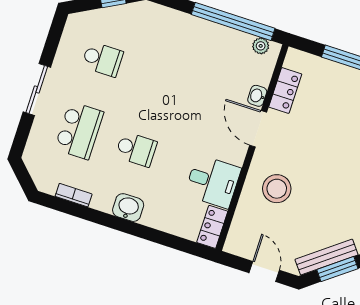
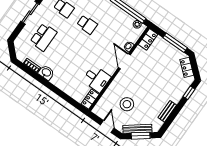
locker: (285, 90) -> (148, 39), moved
school desk: (136, 149) -> (87, 25), moved
stool: (277, 189) -> (127, 104), moved
washbasin: (128, 208) -> (46, 73), moved

